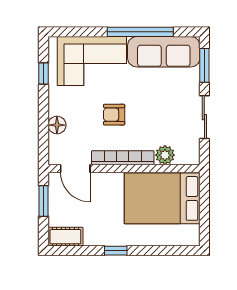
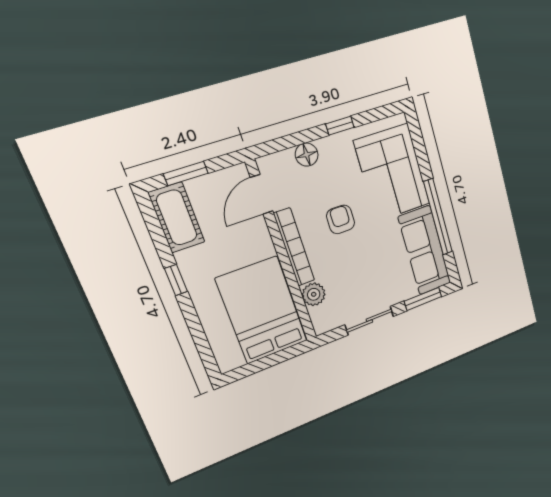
window: (44, 73) -> (340, 126), moved
window: (44, 201) -> (186, 173), moved
cot: (65, 237) -> (177, 218), width x1.37, depth x1.34

